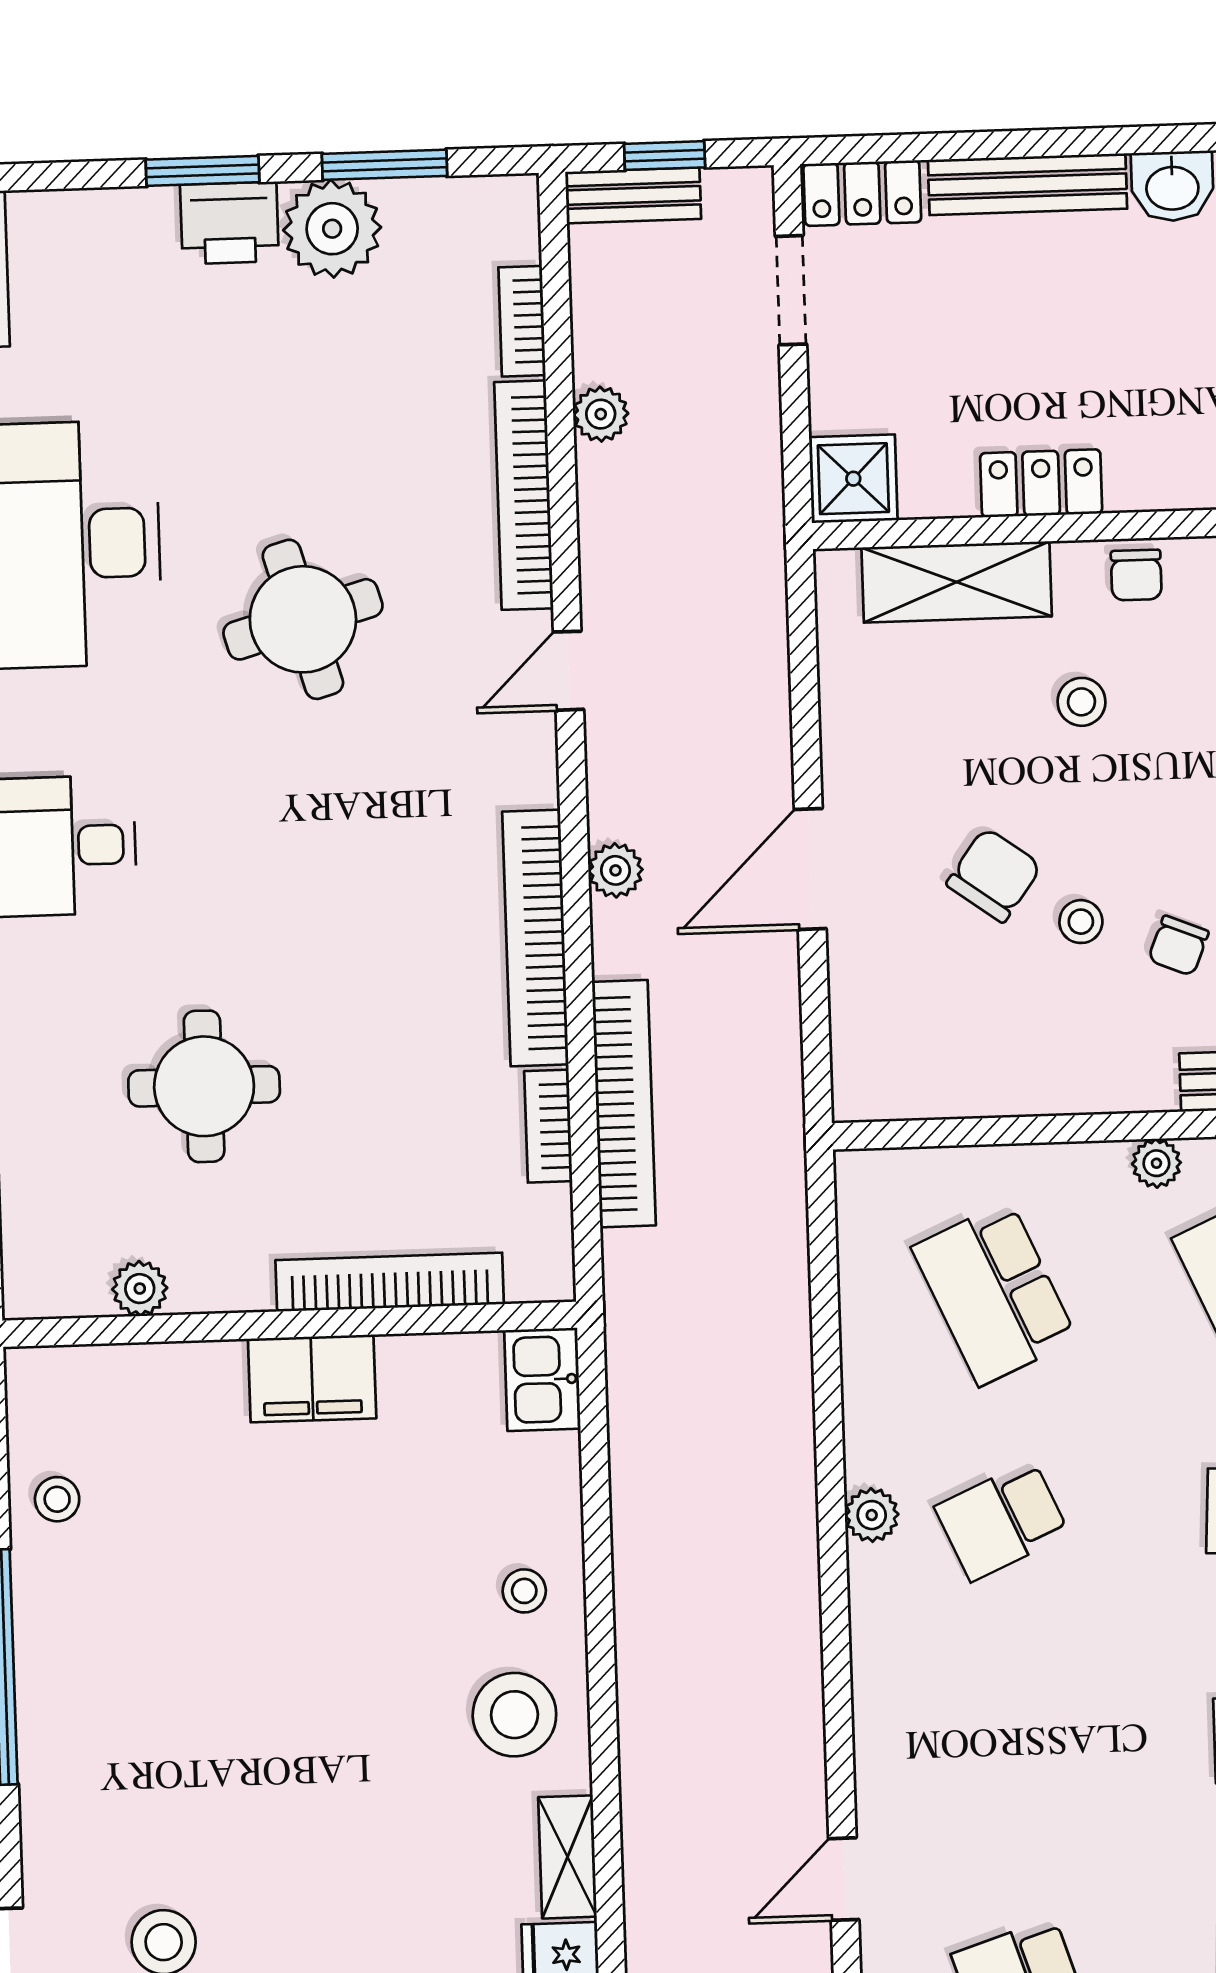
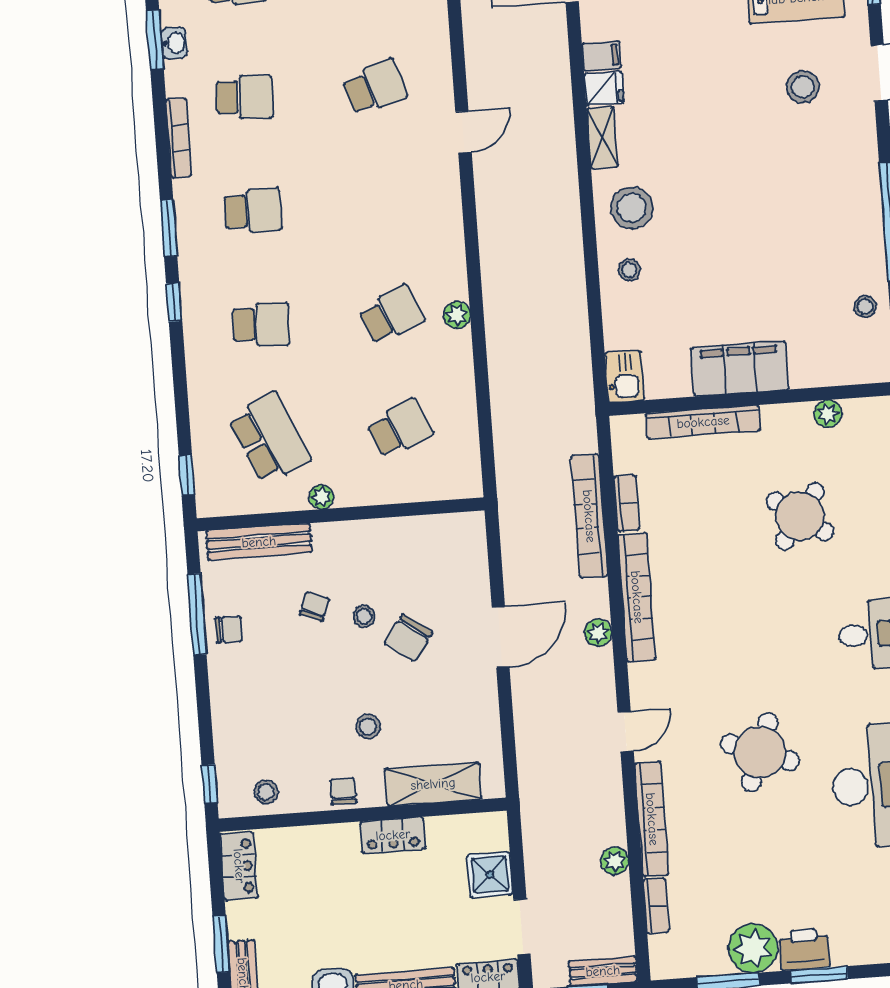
shower: (853, 479) -> (490, 875), moved
round table: (303, 619) -> (760, 752), turned 36
round table: (204, 1086) -> (800, 516), turned 36
school desk: (994, 1293) -> (400, 429), width x0.54
filing cabinet: (312, 1378) -> (740, 369), width x1.50, depth x1.17

